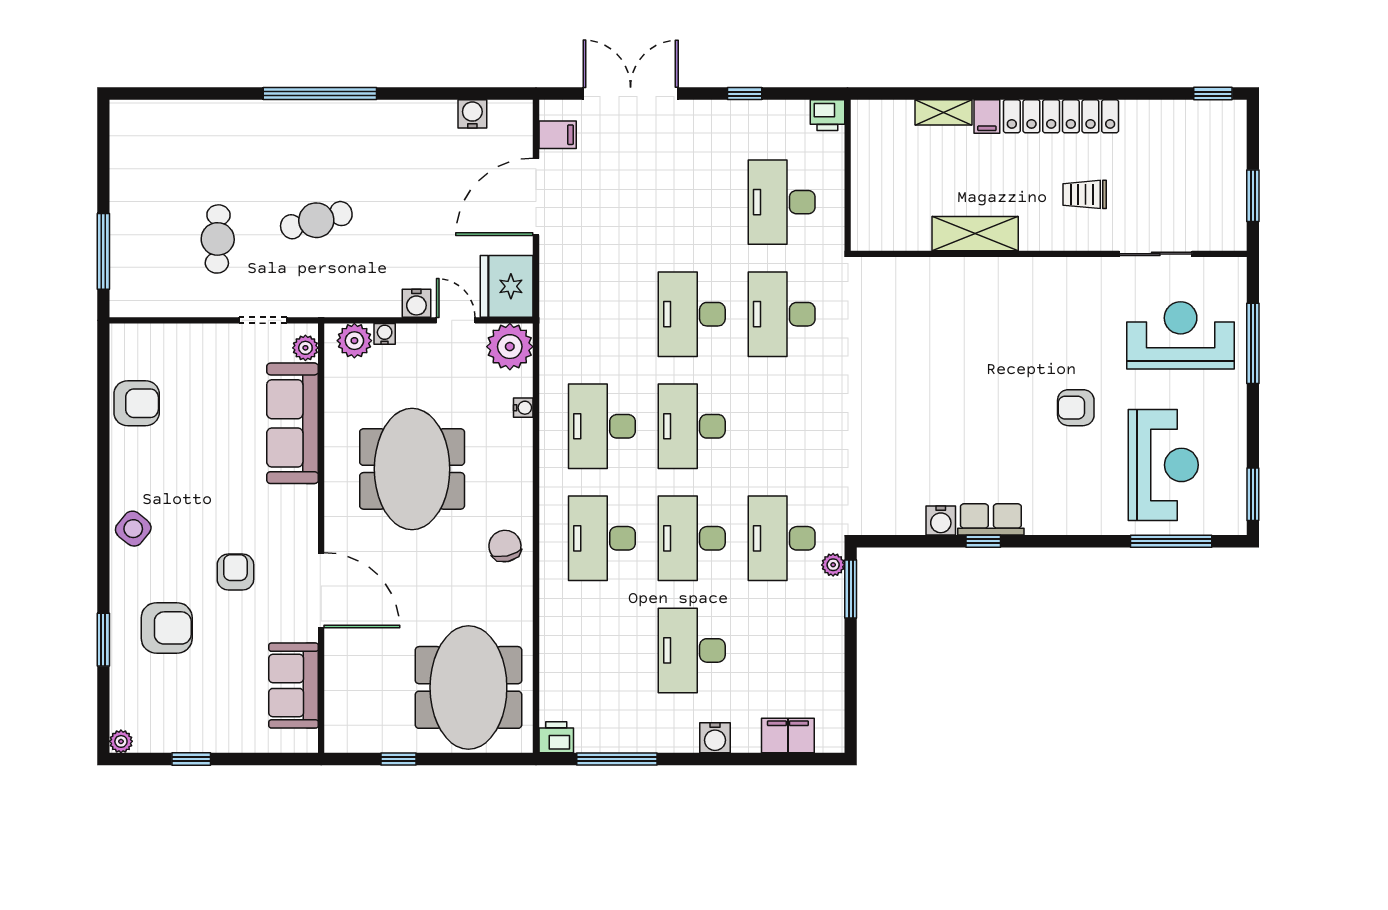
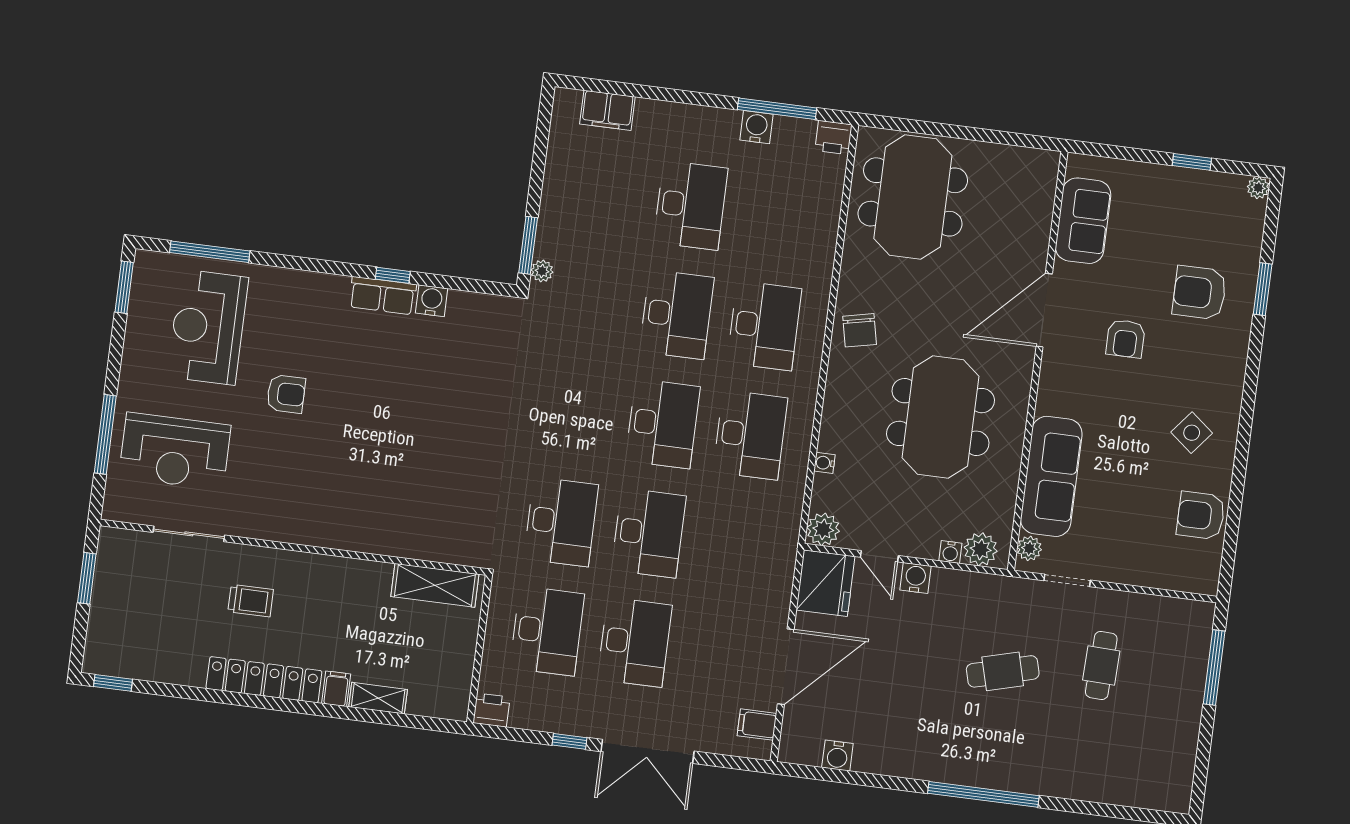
double door: (631, 94) -> (647, 751), moved
shelving: (975, 234) -> (435, 585), moved
plant: (510, 347) -> (823, 529), width x0.73, depth x0.73
side table: (133, 529) -> (1192, 433), moved
desk: (782, 538) -> (635, 642), moved
door: (321, 590) -> (1044, 310), hinge flipped
water cooler: (715, 738) -> (756, 127), moved
window: (399, 759) -> (990, 136), removed

